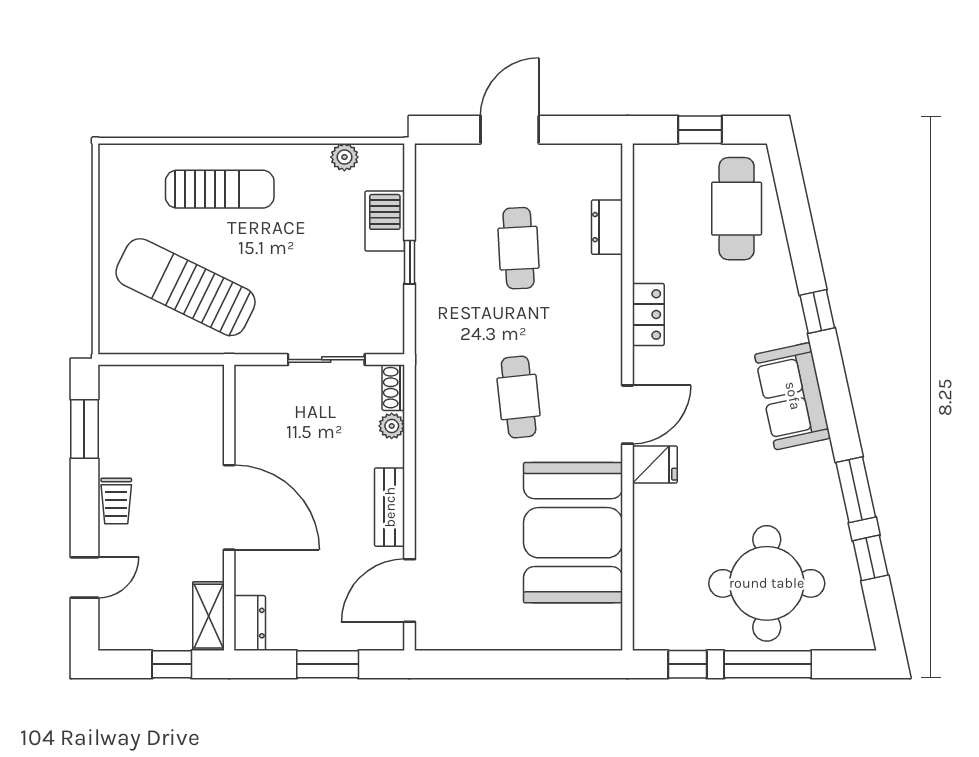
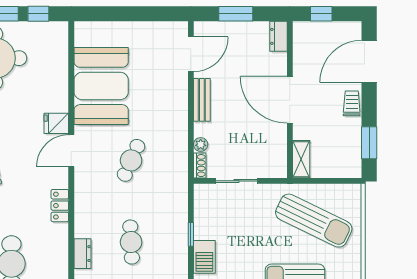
cafe table: (519, 397) -> (131, 160), turned 30
door: (84, 577) -> (369, 61), width x1.88
shelving: (208, 616) -> (301, 159), moved

